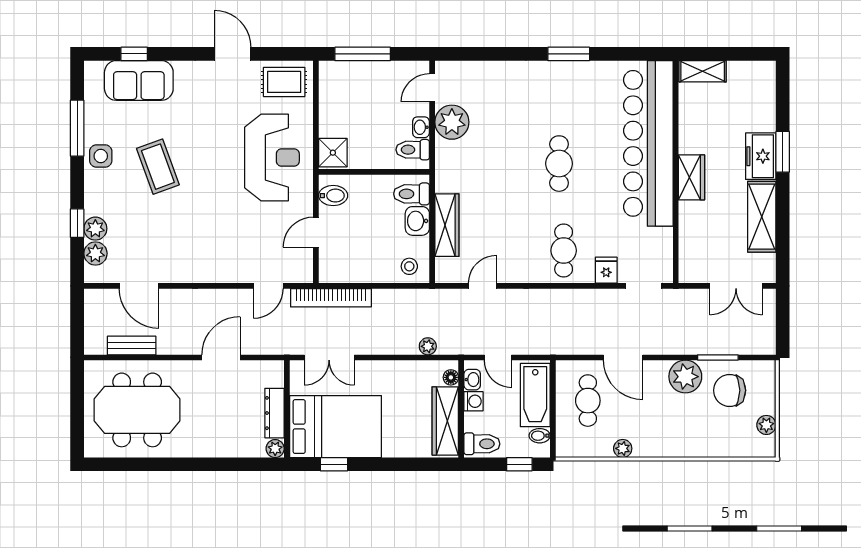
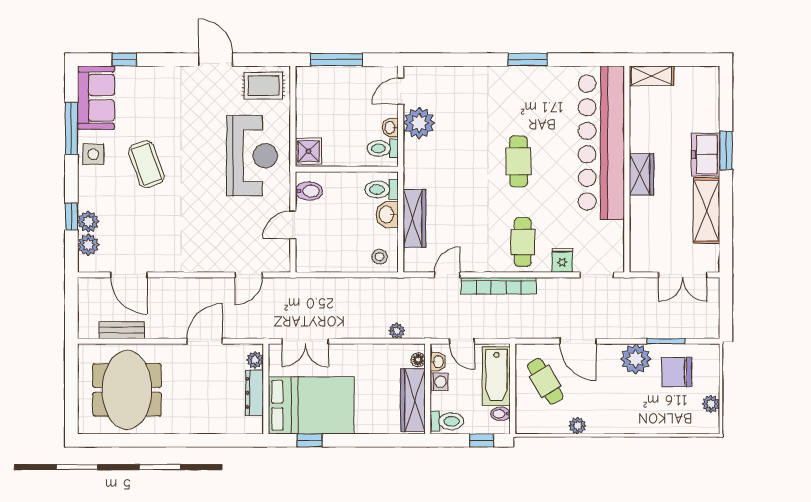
sofa: (139, 80) -> (96, 98), moved, turned -90
bookcase: (331, 298) -> (499, 286), moved
cafe table: (588, 401) -> (545, 381), turned -31
meeting table: (137, 410) -> (127, 390), turned 90
plant: (275, 449) -> (255, 360), moved

